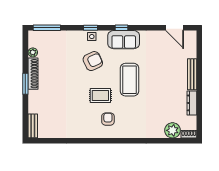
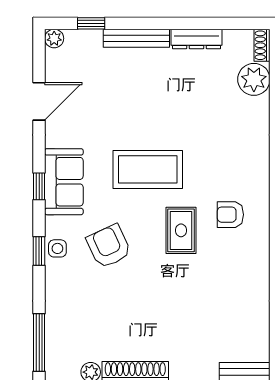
door: (175, 28) -> (39, 101), moved
plant: (192, 35) -> (54, 38), added
window: (199, 53) -> (91, 23), added

